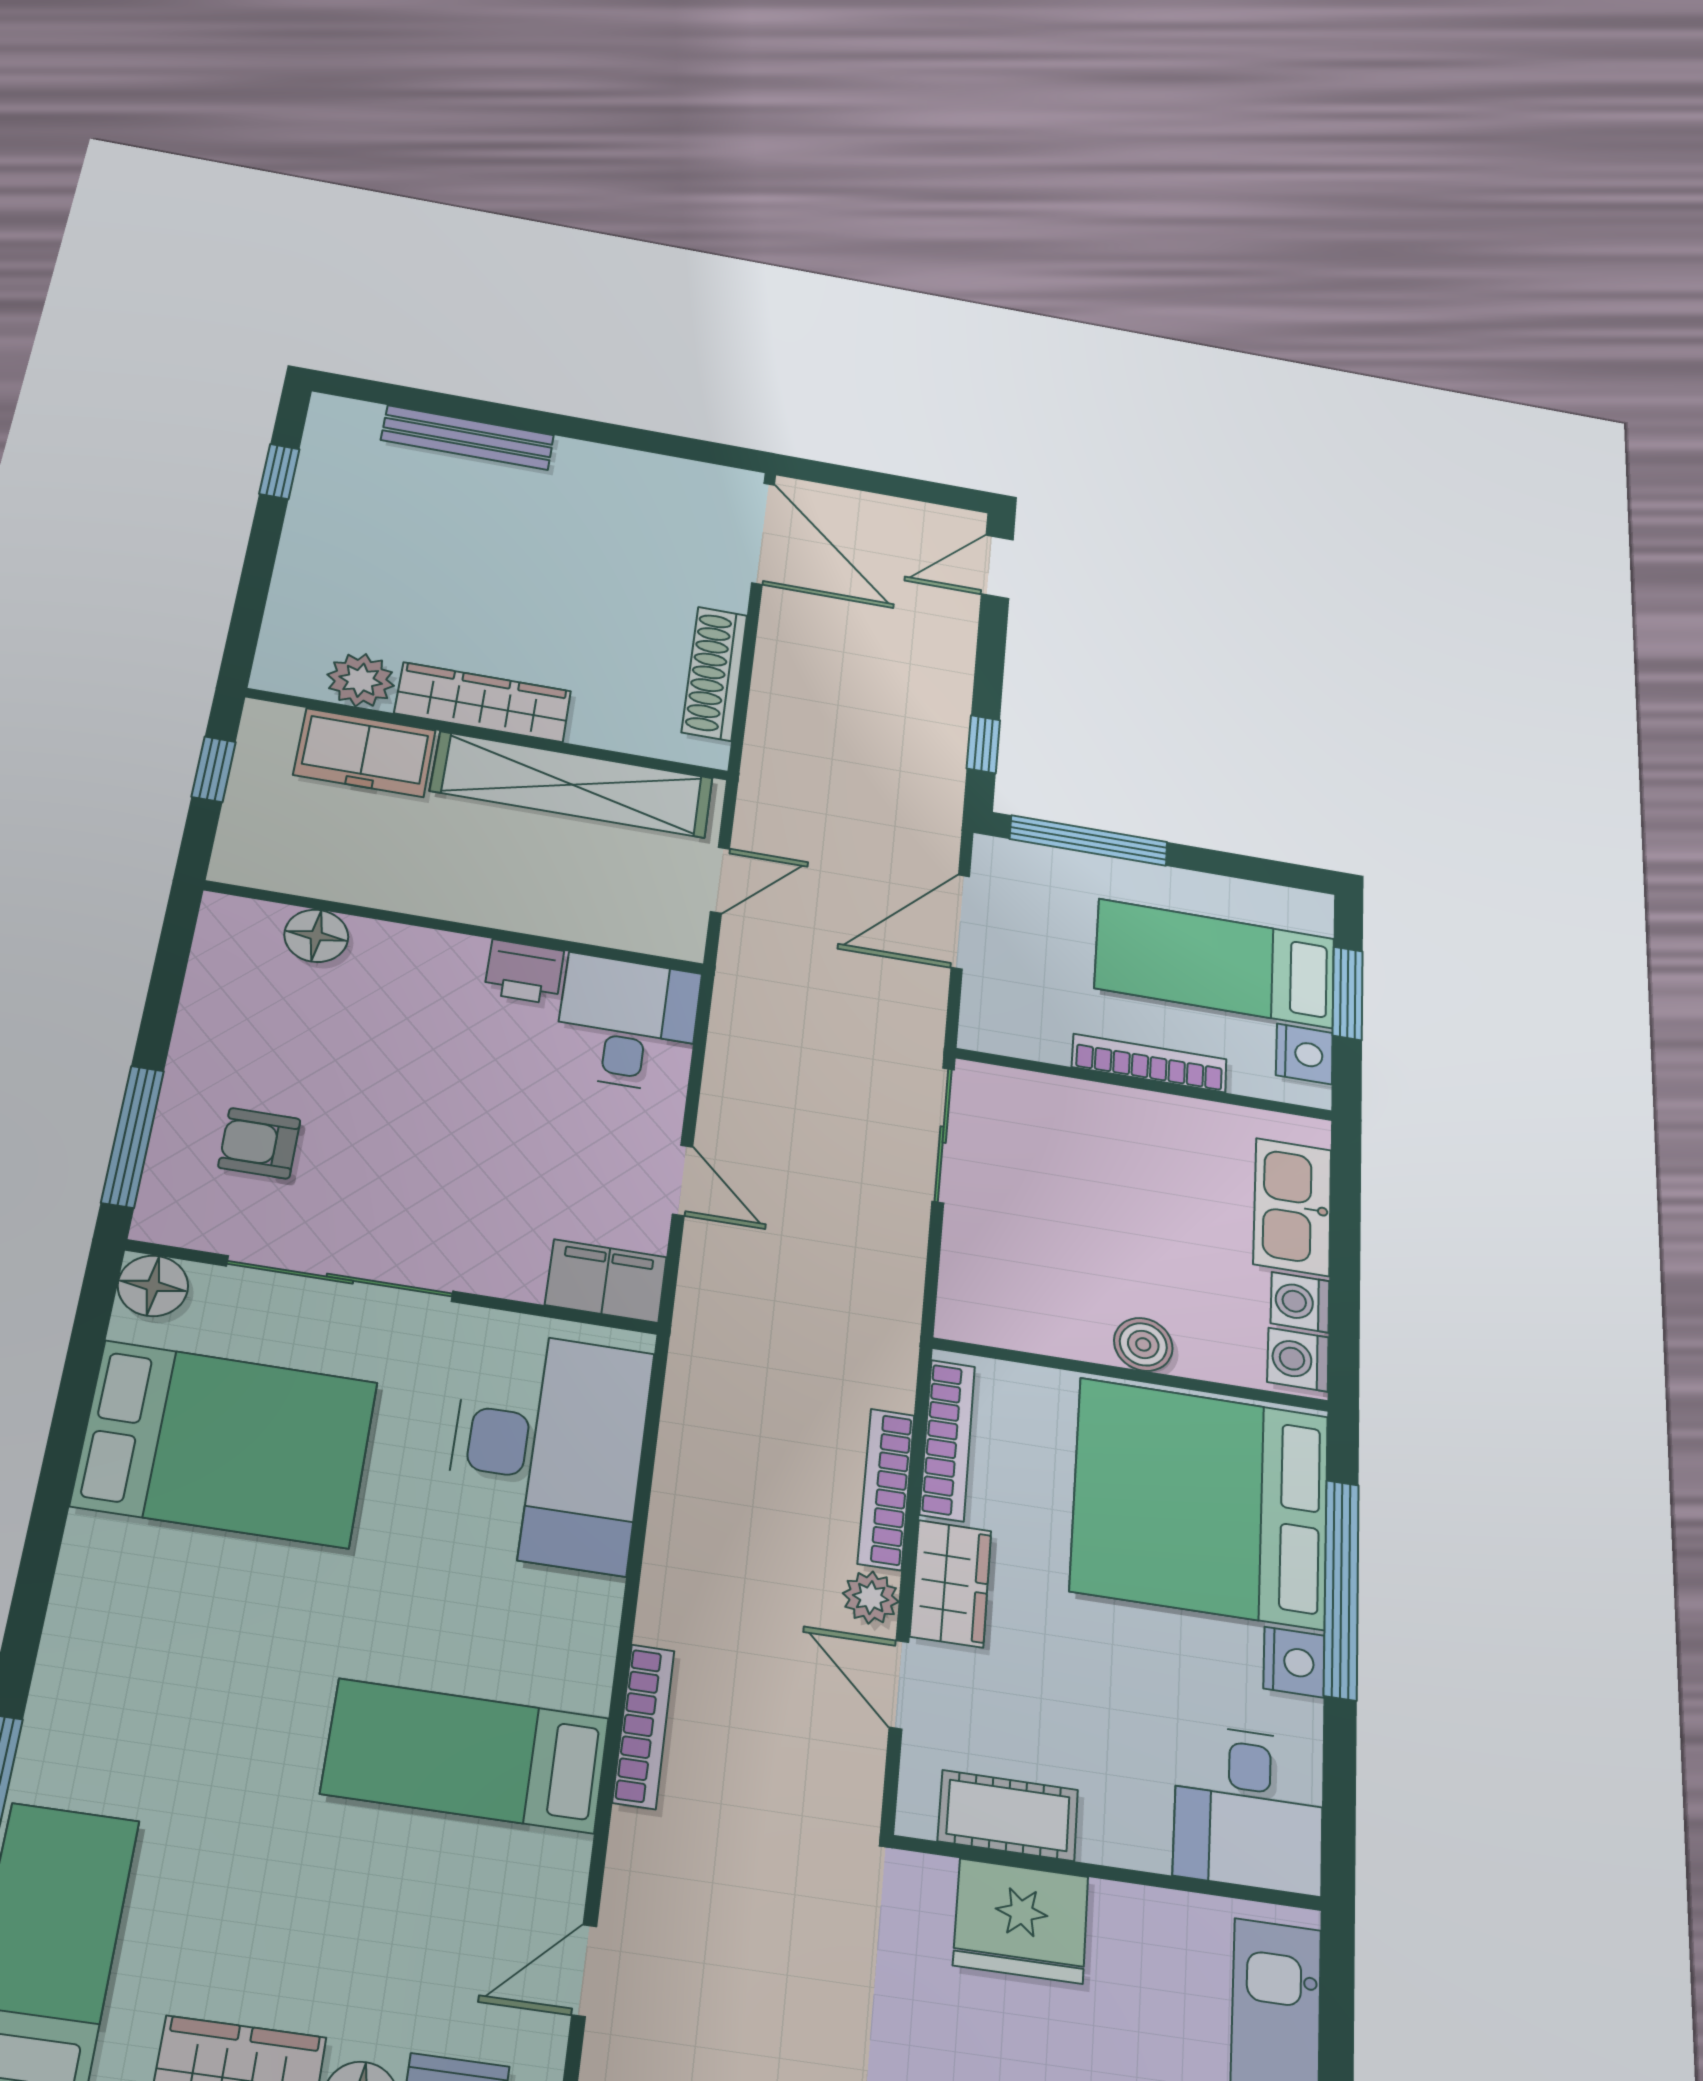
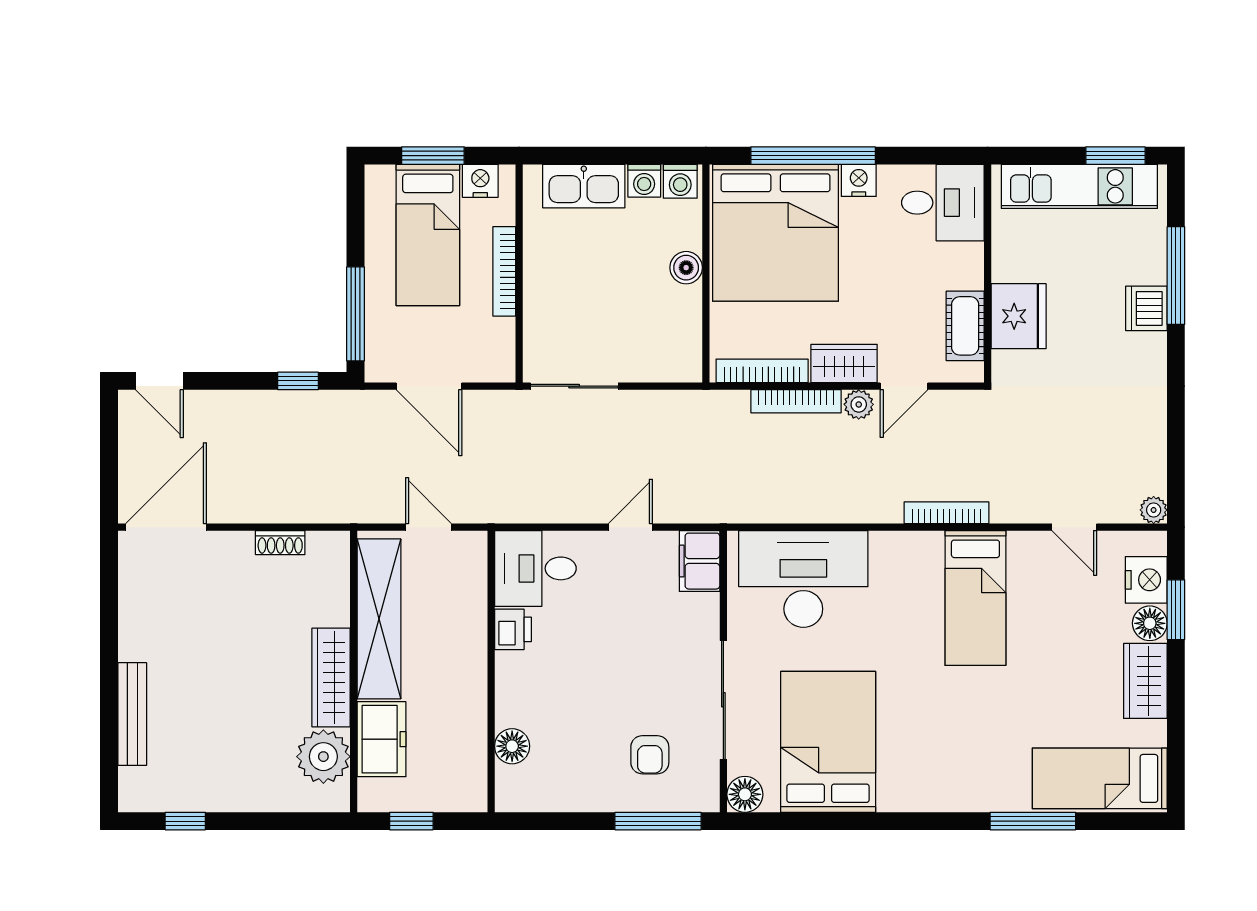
shoe rack: (715, 673) -> (280, 543), width x0.51, depth x0.81
plant: (361, 680) -> (323, 757), width x1.36, depth x1.36

